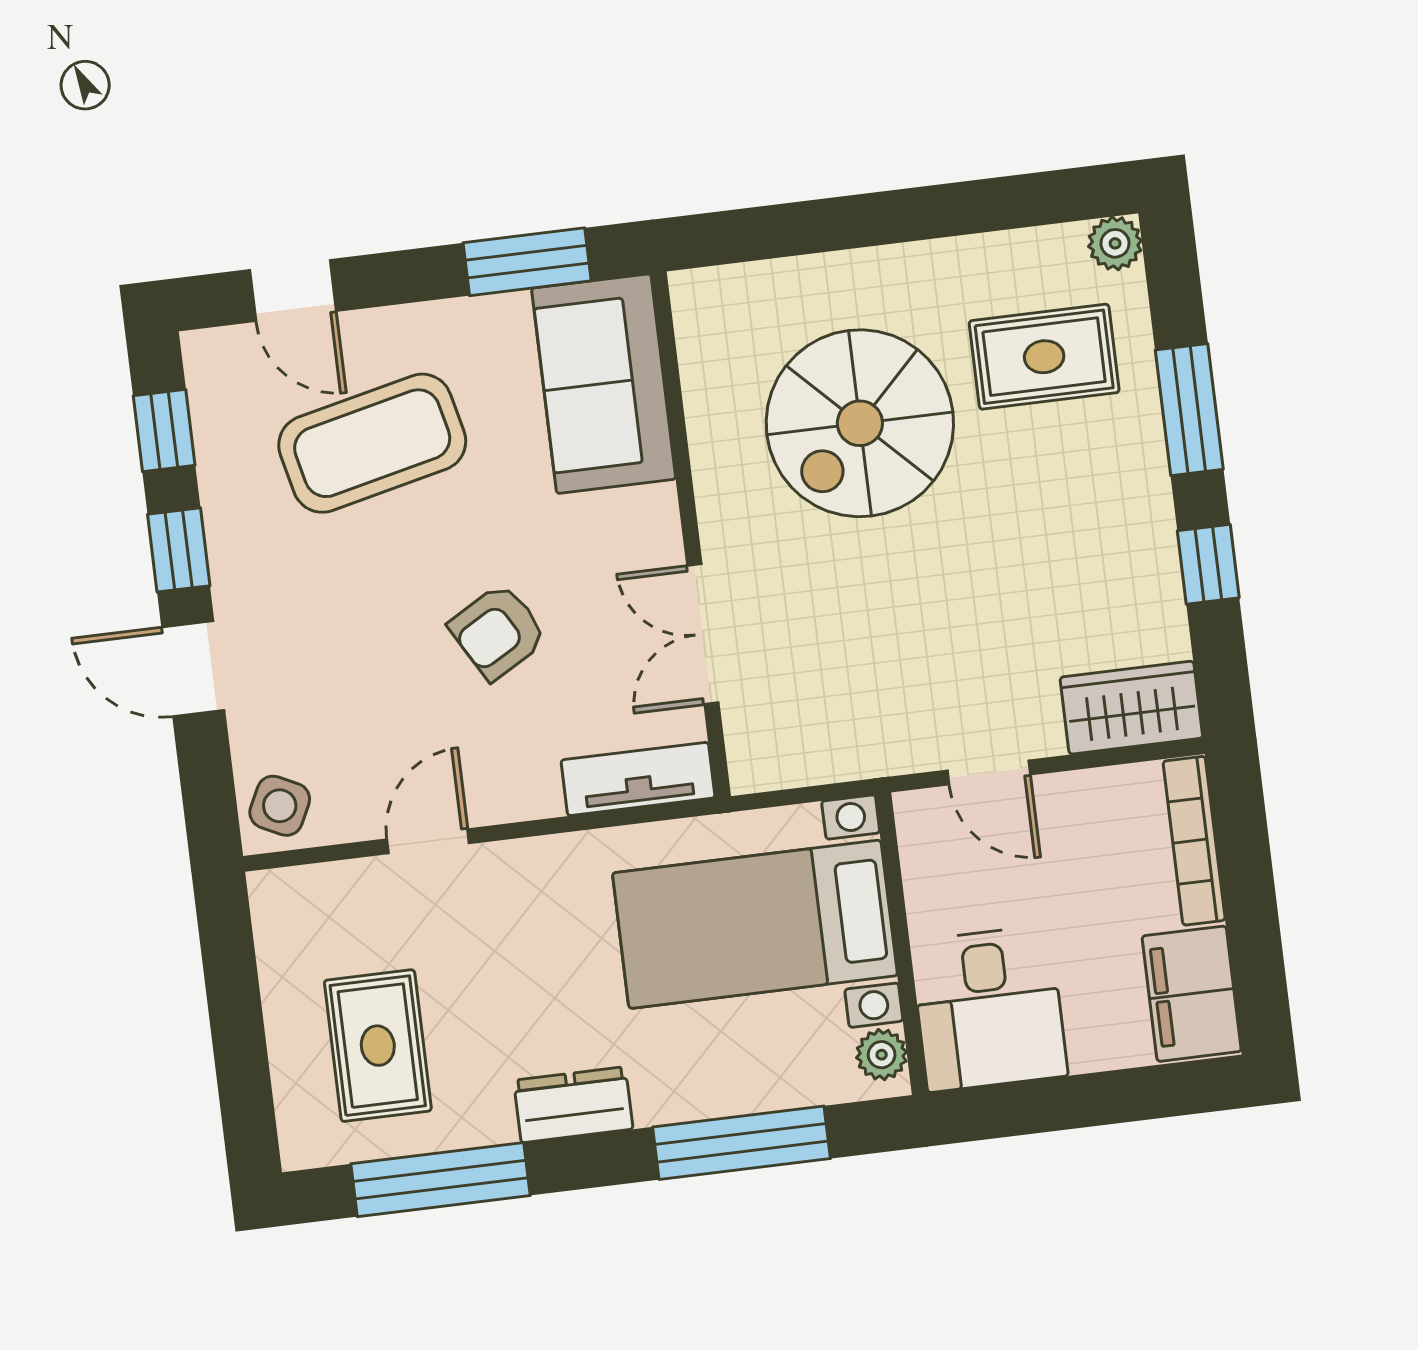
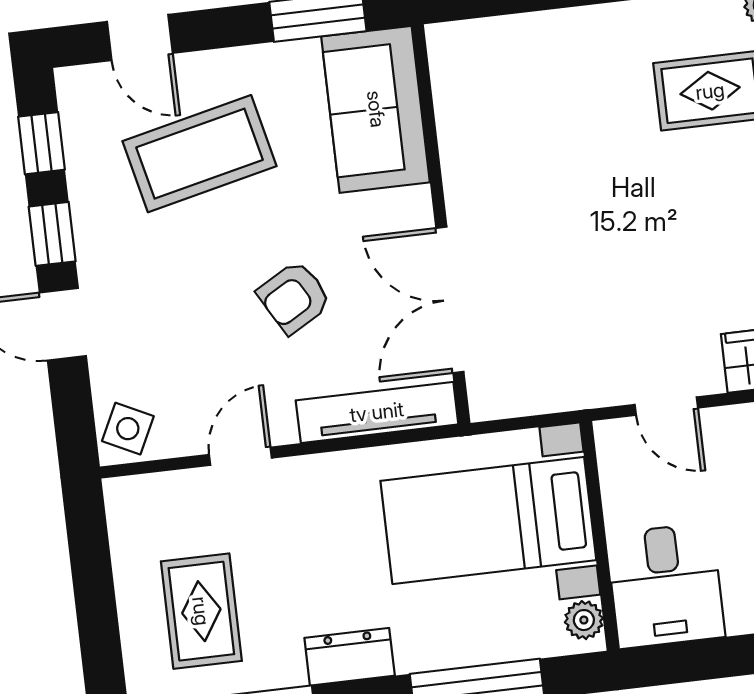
spiral stairs: (860, 423) -> (570, 140), removed
double door: (703, 634) -> (450, 300), width x1.37
tv unit: (638, 779) -> (377, 412), width x1.41

